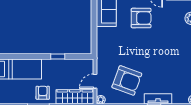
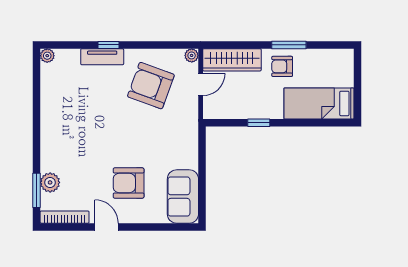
armchair: (43, 93) -> (282, 66), turned 90

